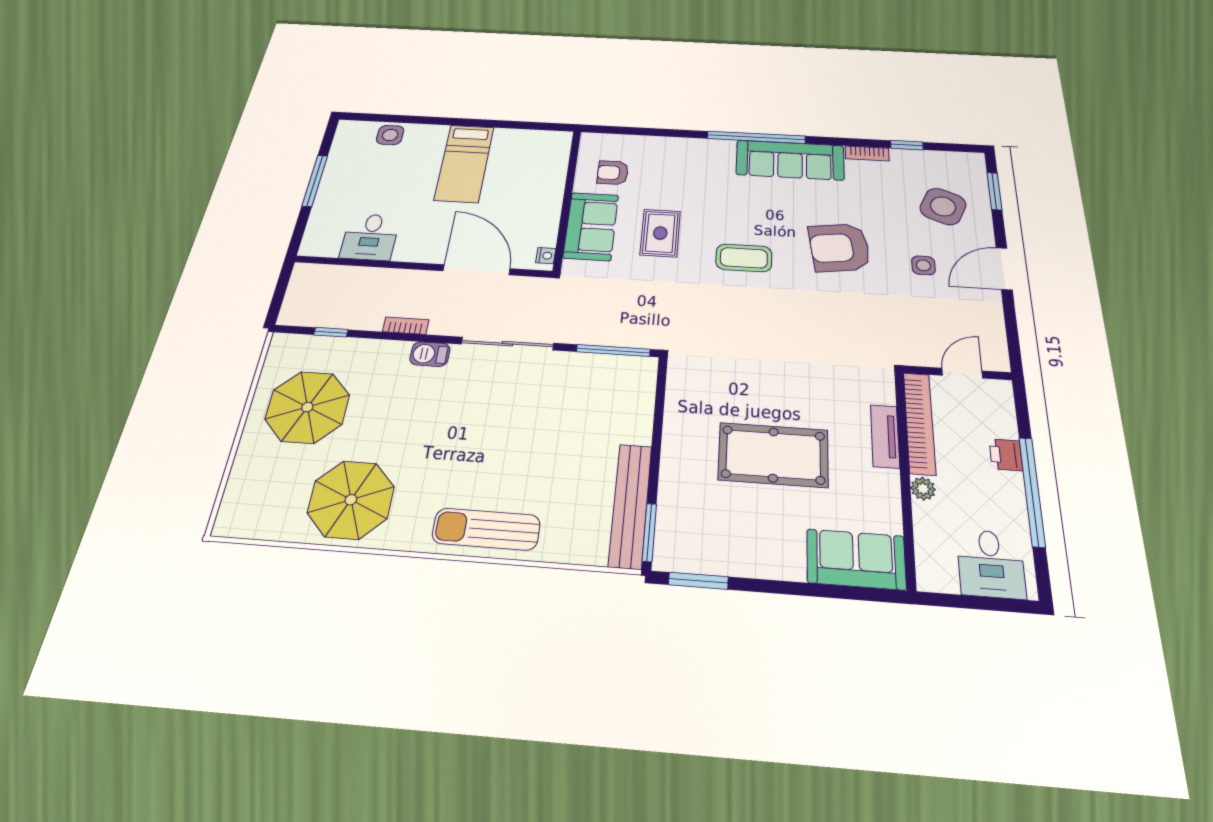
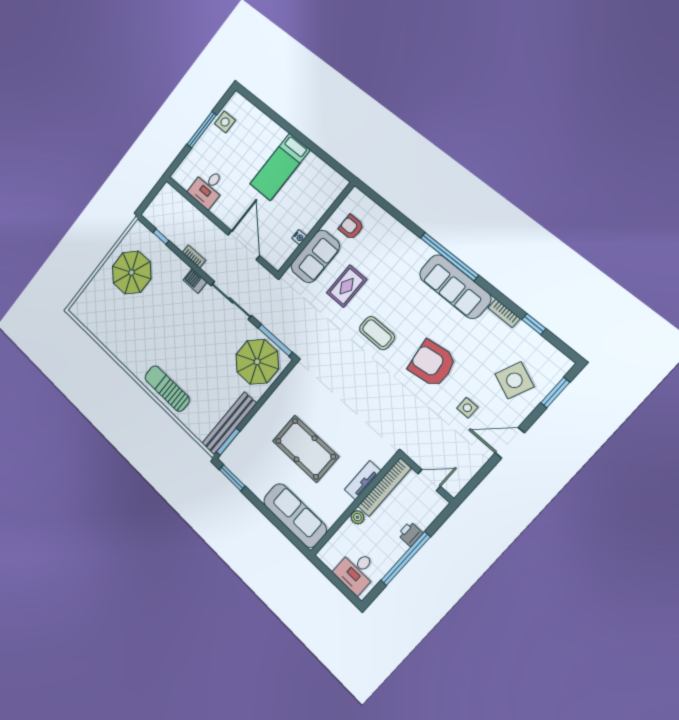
side table: (390, 135) -> (225, 122), moved
nightstand: (546, 256) -> (299, 237), moved
parasol: (351, 500) -> (257, 362), moved
sofa: (856, 559) -> (295, 515), width x1.36

